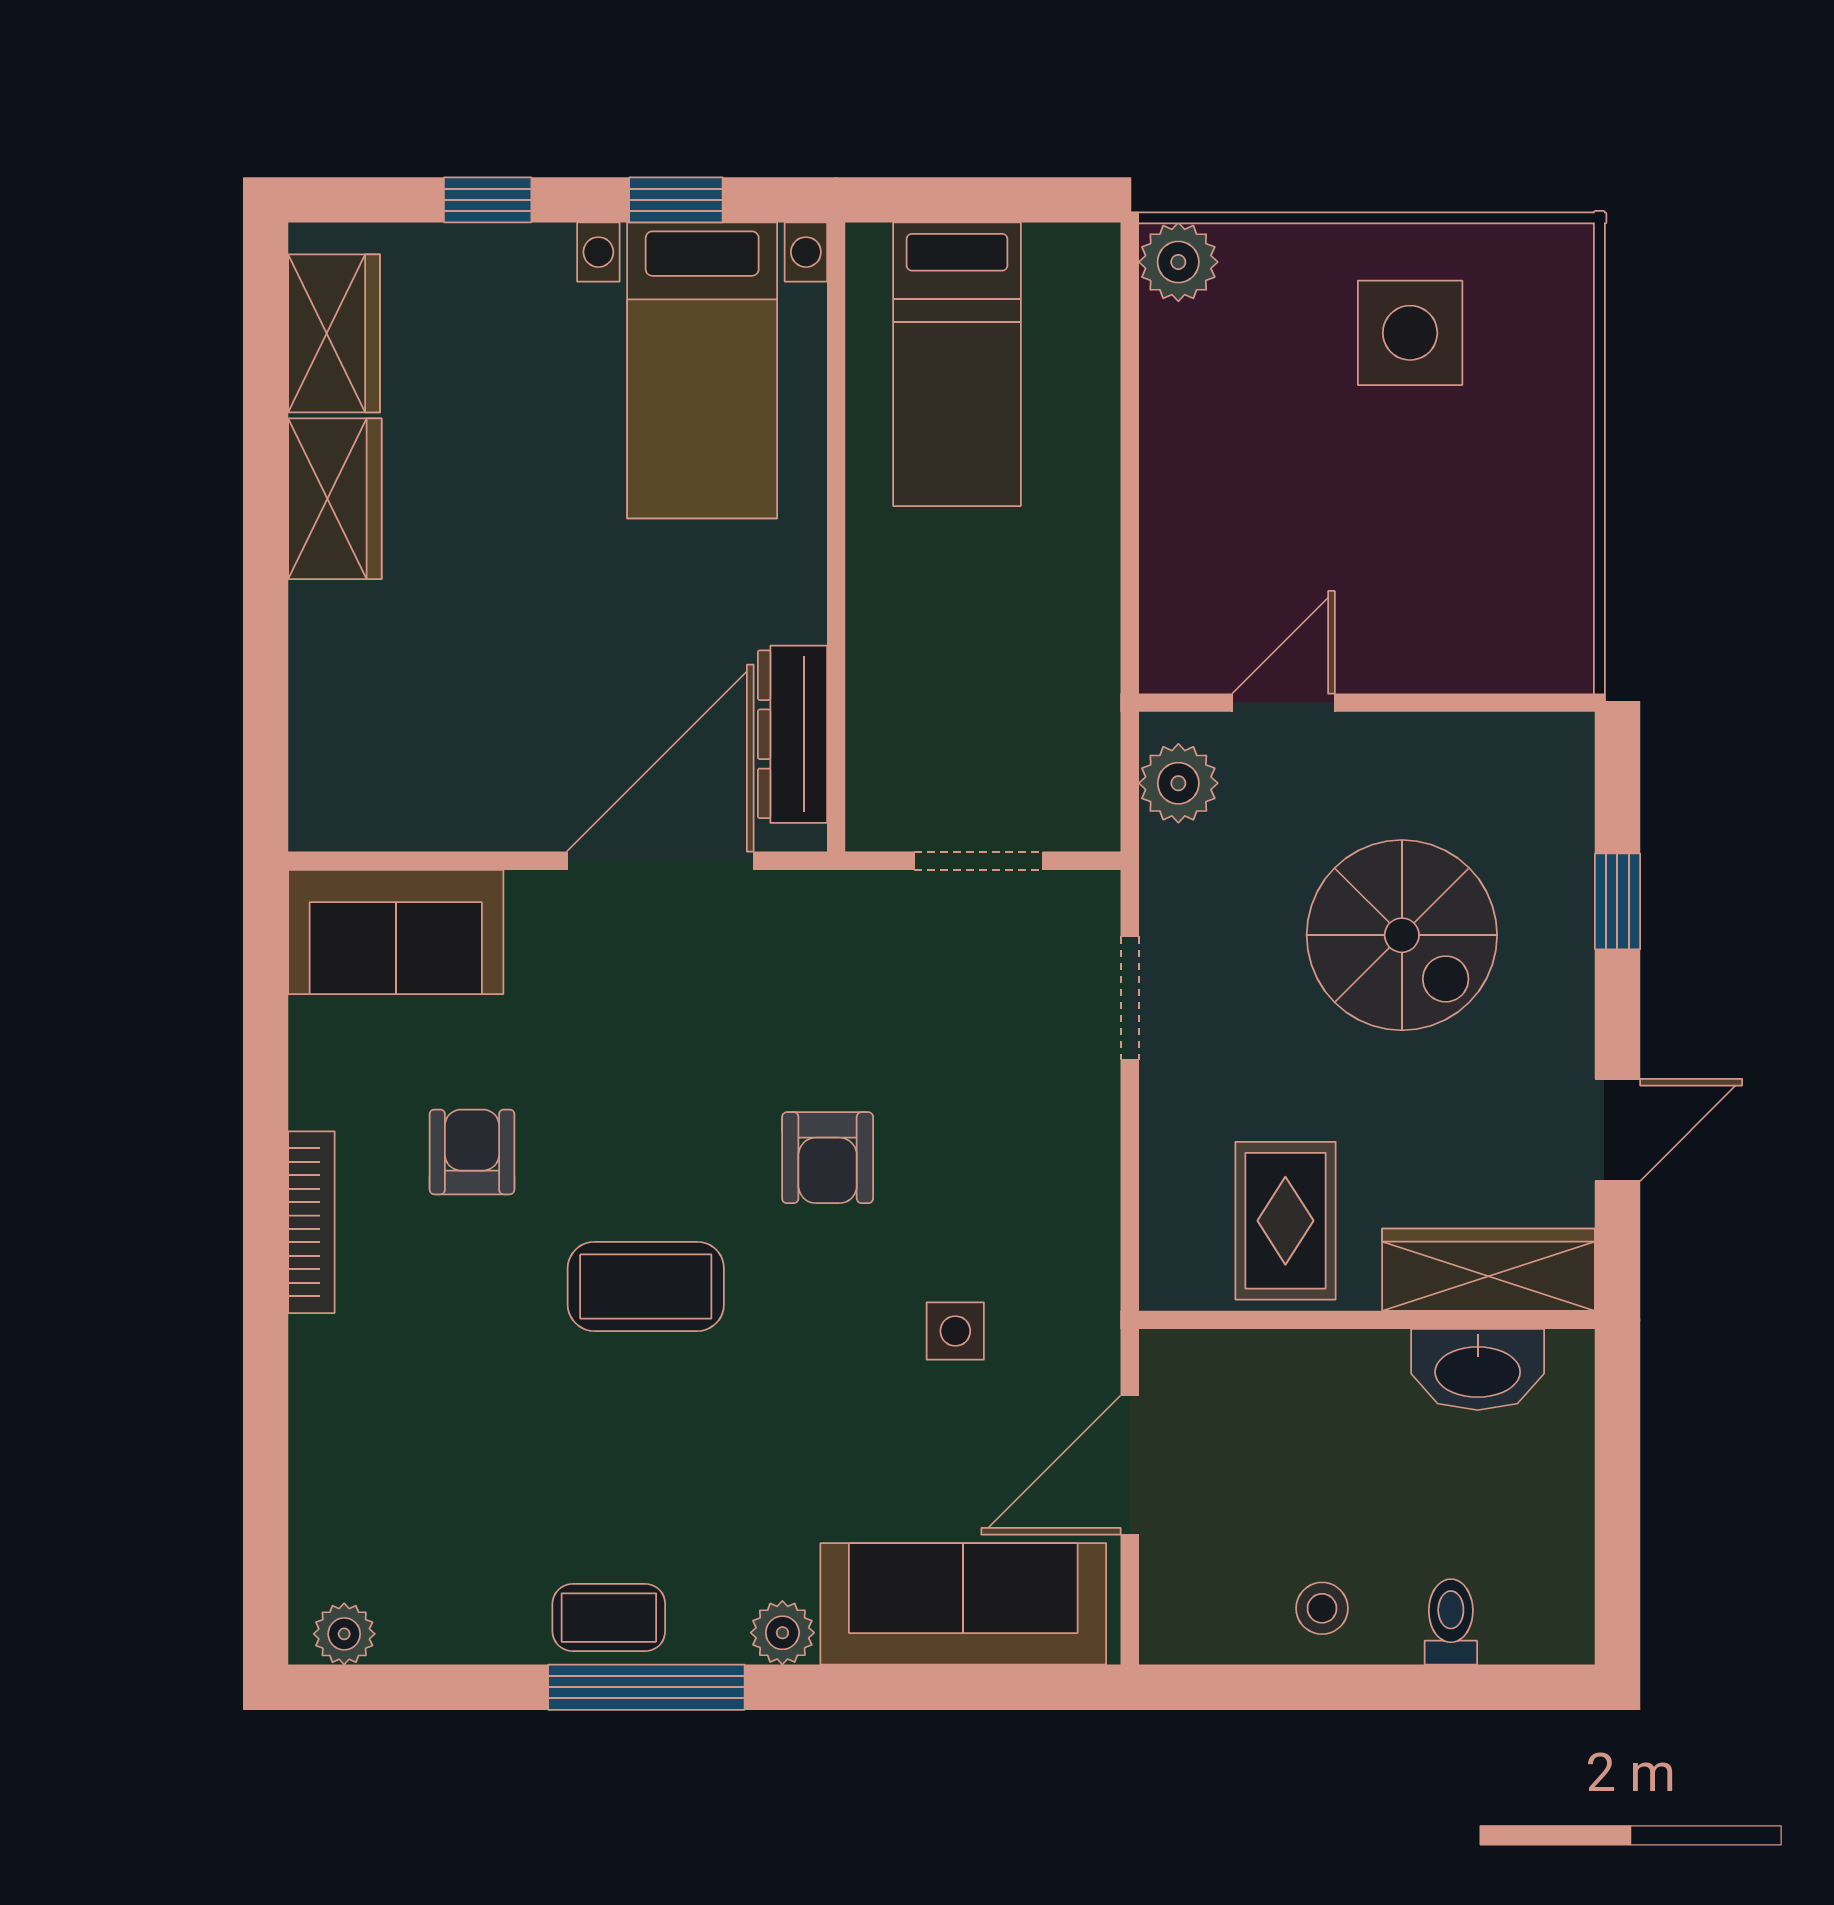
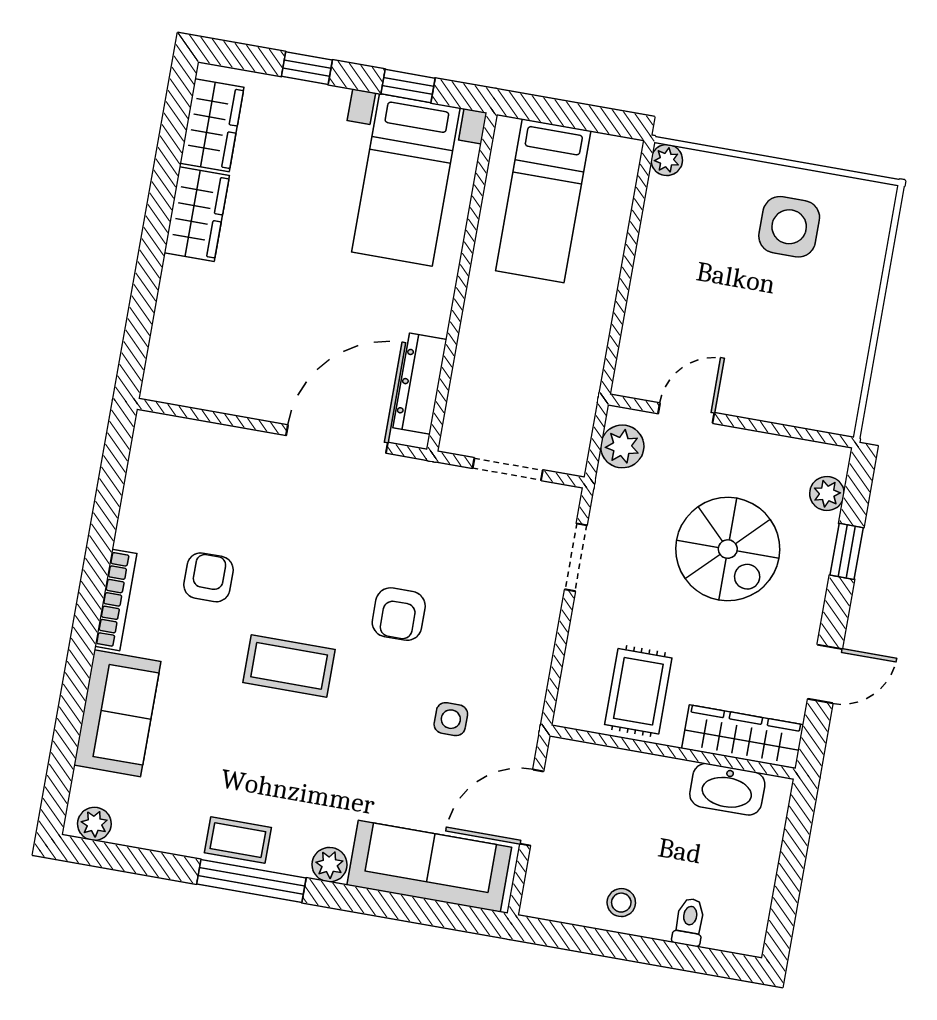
plant: (1178, 262) -> (667, 160), width x0.73, depth x0.73
plant: (1563, 803) -> (827, 494), added
sofa: (396, 932) -> (117, 713), moved, turned -90

